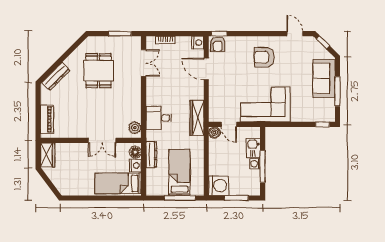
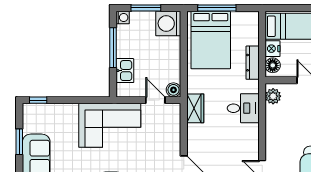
window: (338, 91) -> (19, 142), width x0.69
wardrobe: (197, 118) -> (195, 108), width x0.67
washing machine: (255, 164) -> (123, 18), moved
bed: (179, 172) -> (211, 40), width x1.50

